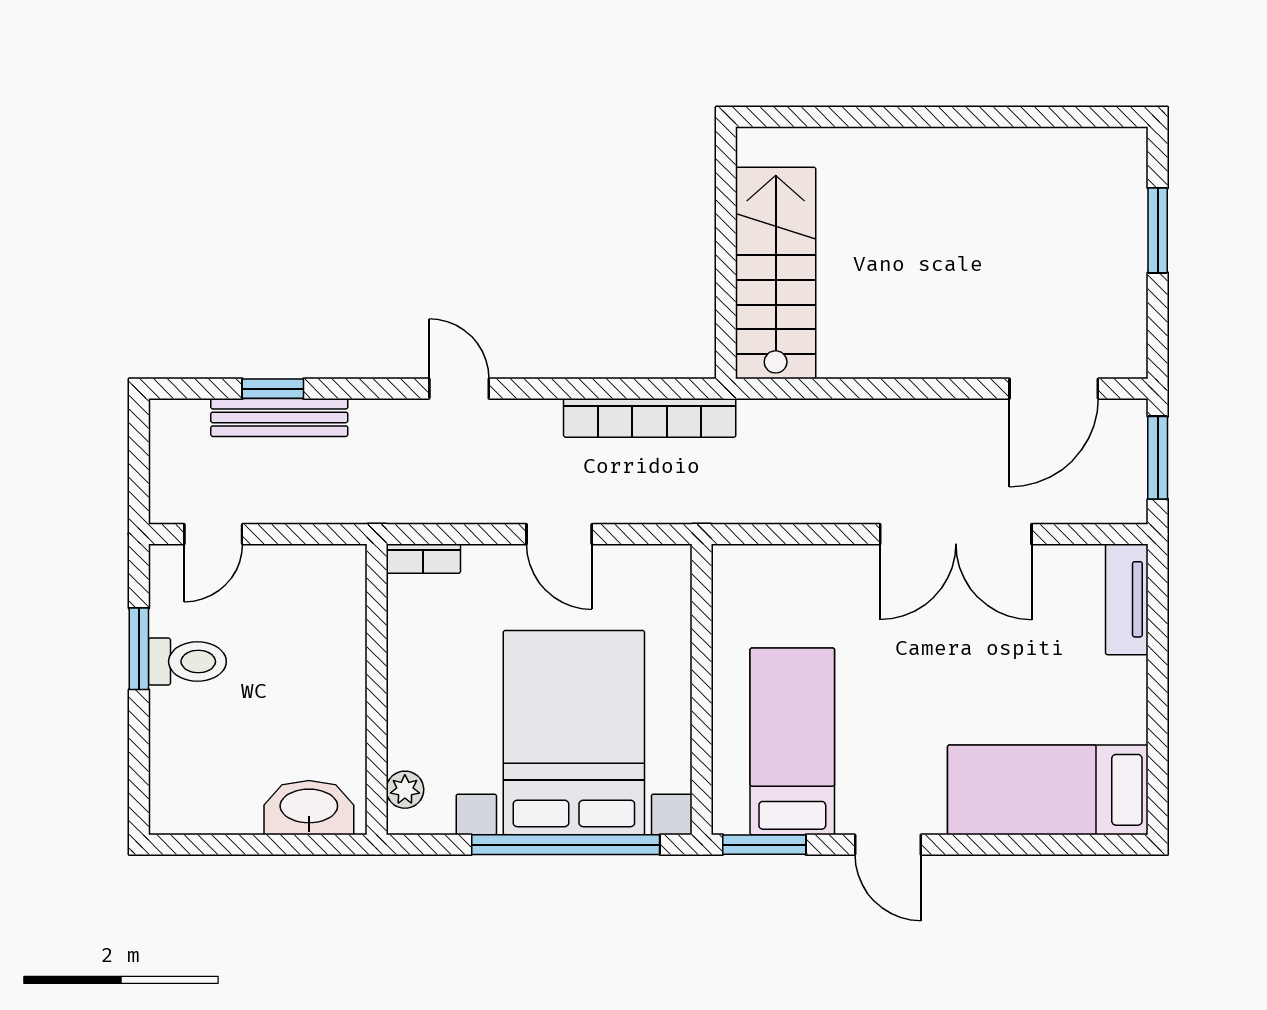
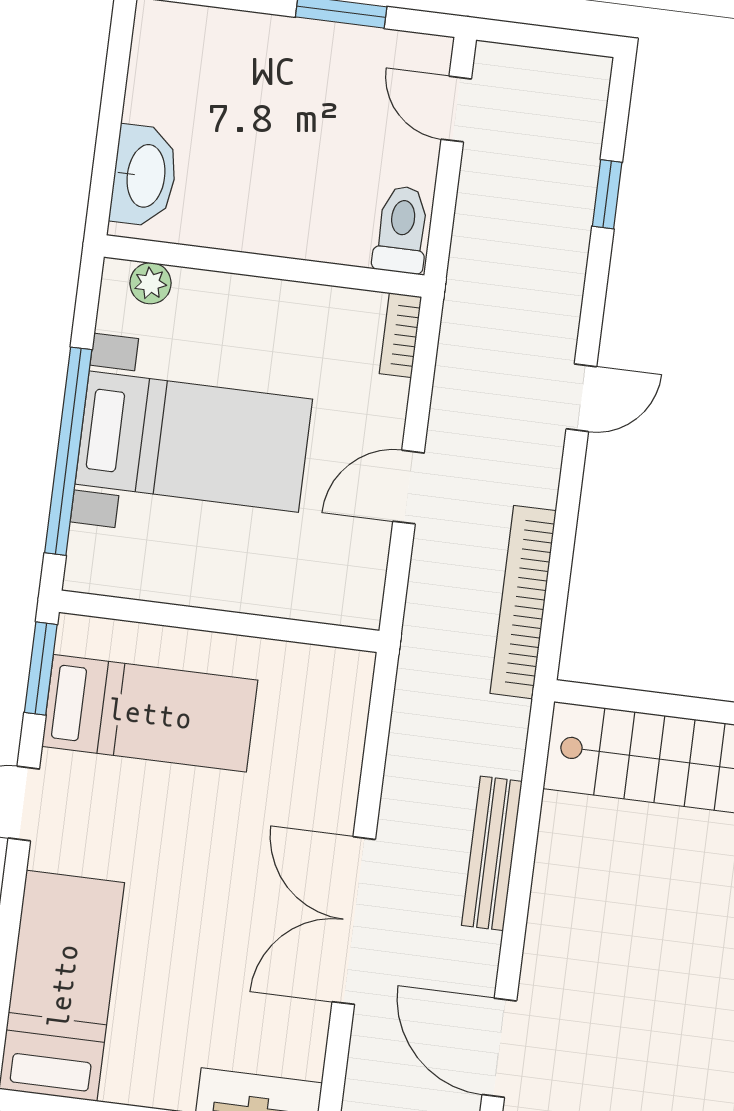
bench: (279, 417) -> (492, 853), moved
toilet: (187, 662) -> (402, 230), moved, turned 180
bed with nightstands: (574, 733) -> (194, 442), width x0.73

